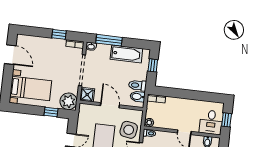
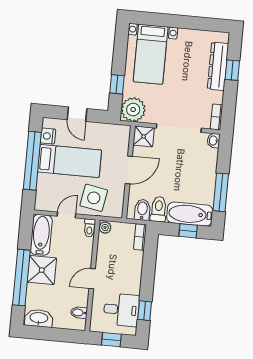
window: (59, 34) -> (232, 70), moved
window: (109, 40) -> (221, 192), moved
dresser: (40, 42) -> (218, 66), added
bathtub: (126, 54) -> (190, 214), moved, turned 90
door: (10, 55) -> (199, 23), removed
window: (207, 97) -> (145, 311), added
desk: (211, 122) -> (121, 310), moved, turned 180

